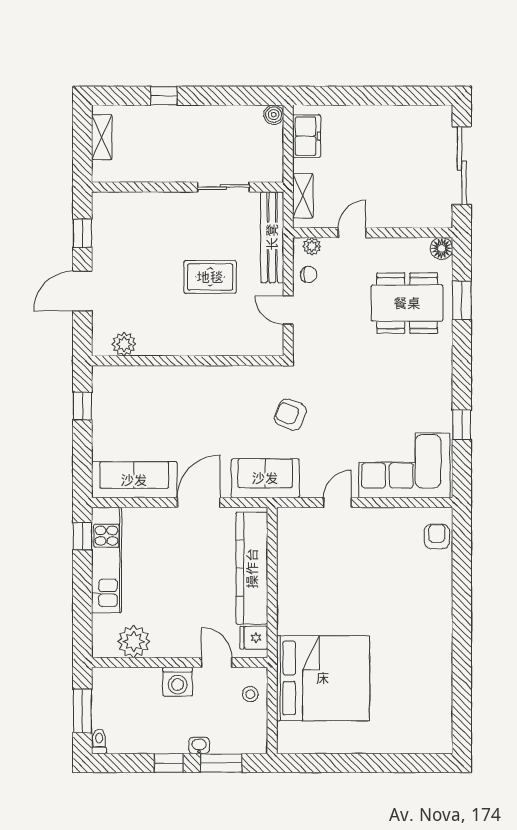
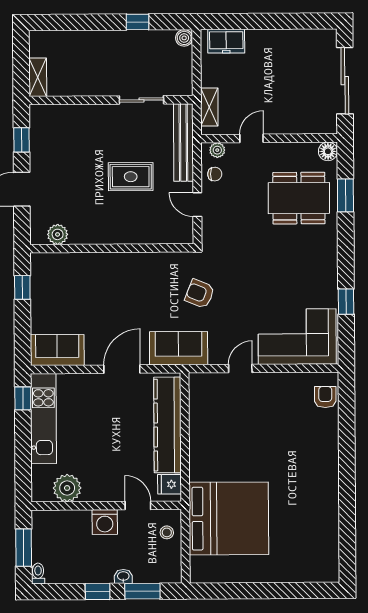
window: (164, 96) -> (138, 22), moved
freezer: (307, 136) -> (226, 41), moved, turned 90
shelving: (102, 137) -> (38, 77), moved
sofa: (134, 480) -> (57, 350), width x0.73

